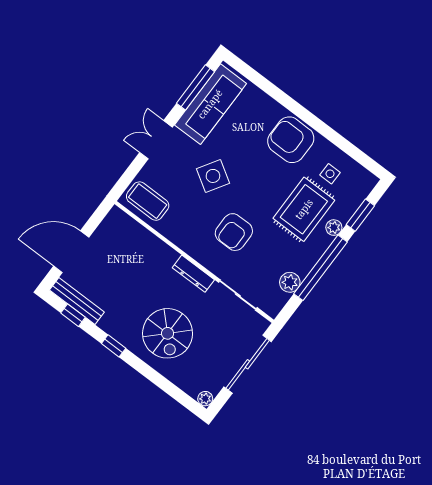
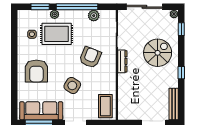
armchair: (291, 140) -> (36, 71), moved
armchair: (234, 232) -> (90, 57), turned -68
window: (73, 315) -> (181, 29), moved

